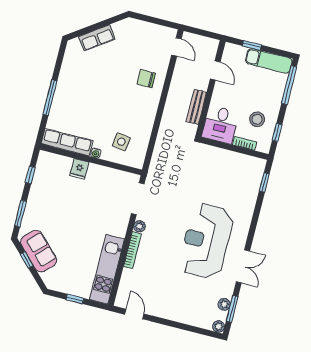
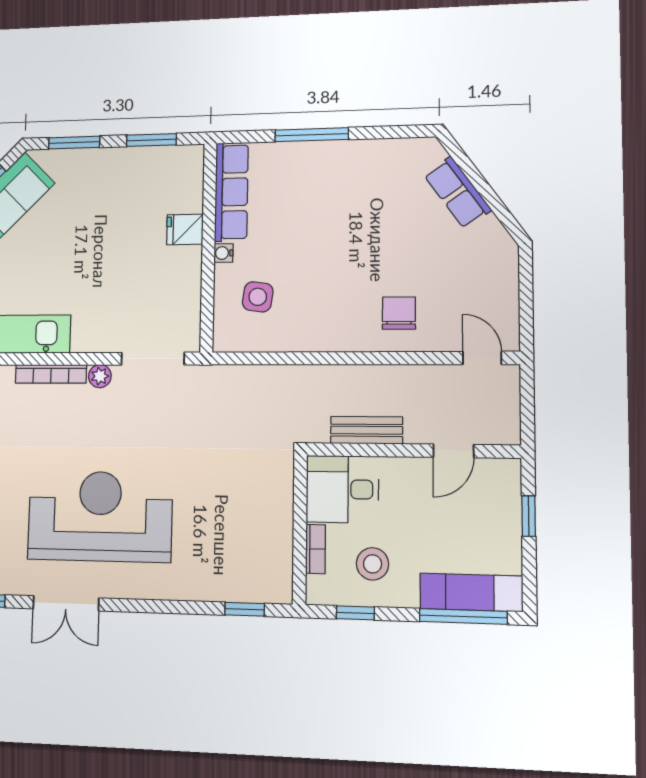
door: (176, 47) -> (482, 358), swing flipped
exam couch: (269, 61) -> (471, 592), moved, turned 90
window: (30, 175) -> (151, 140), width x1.50

